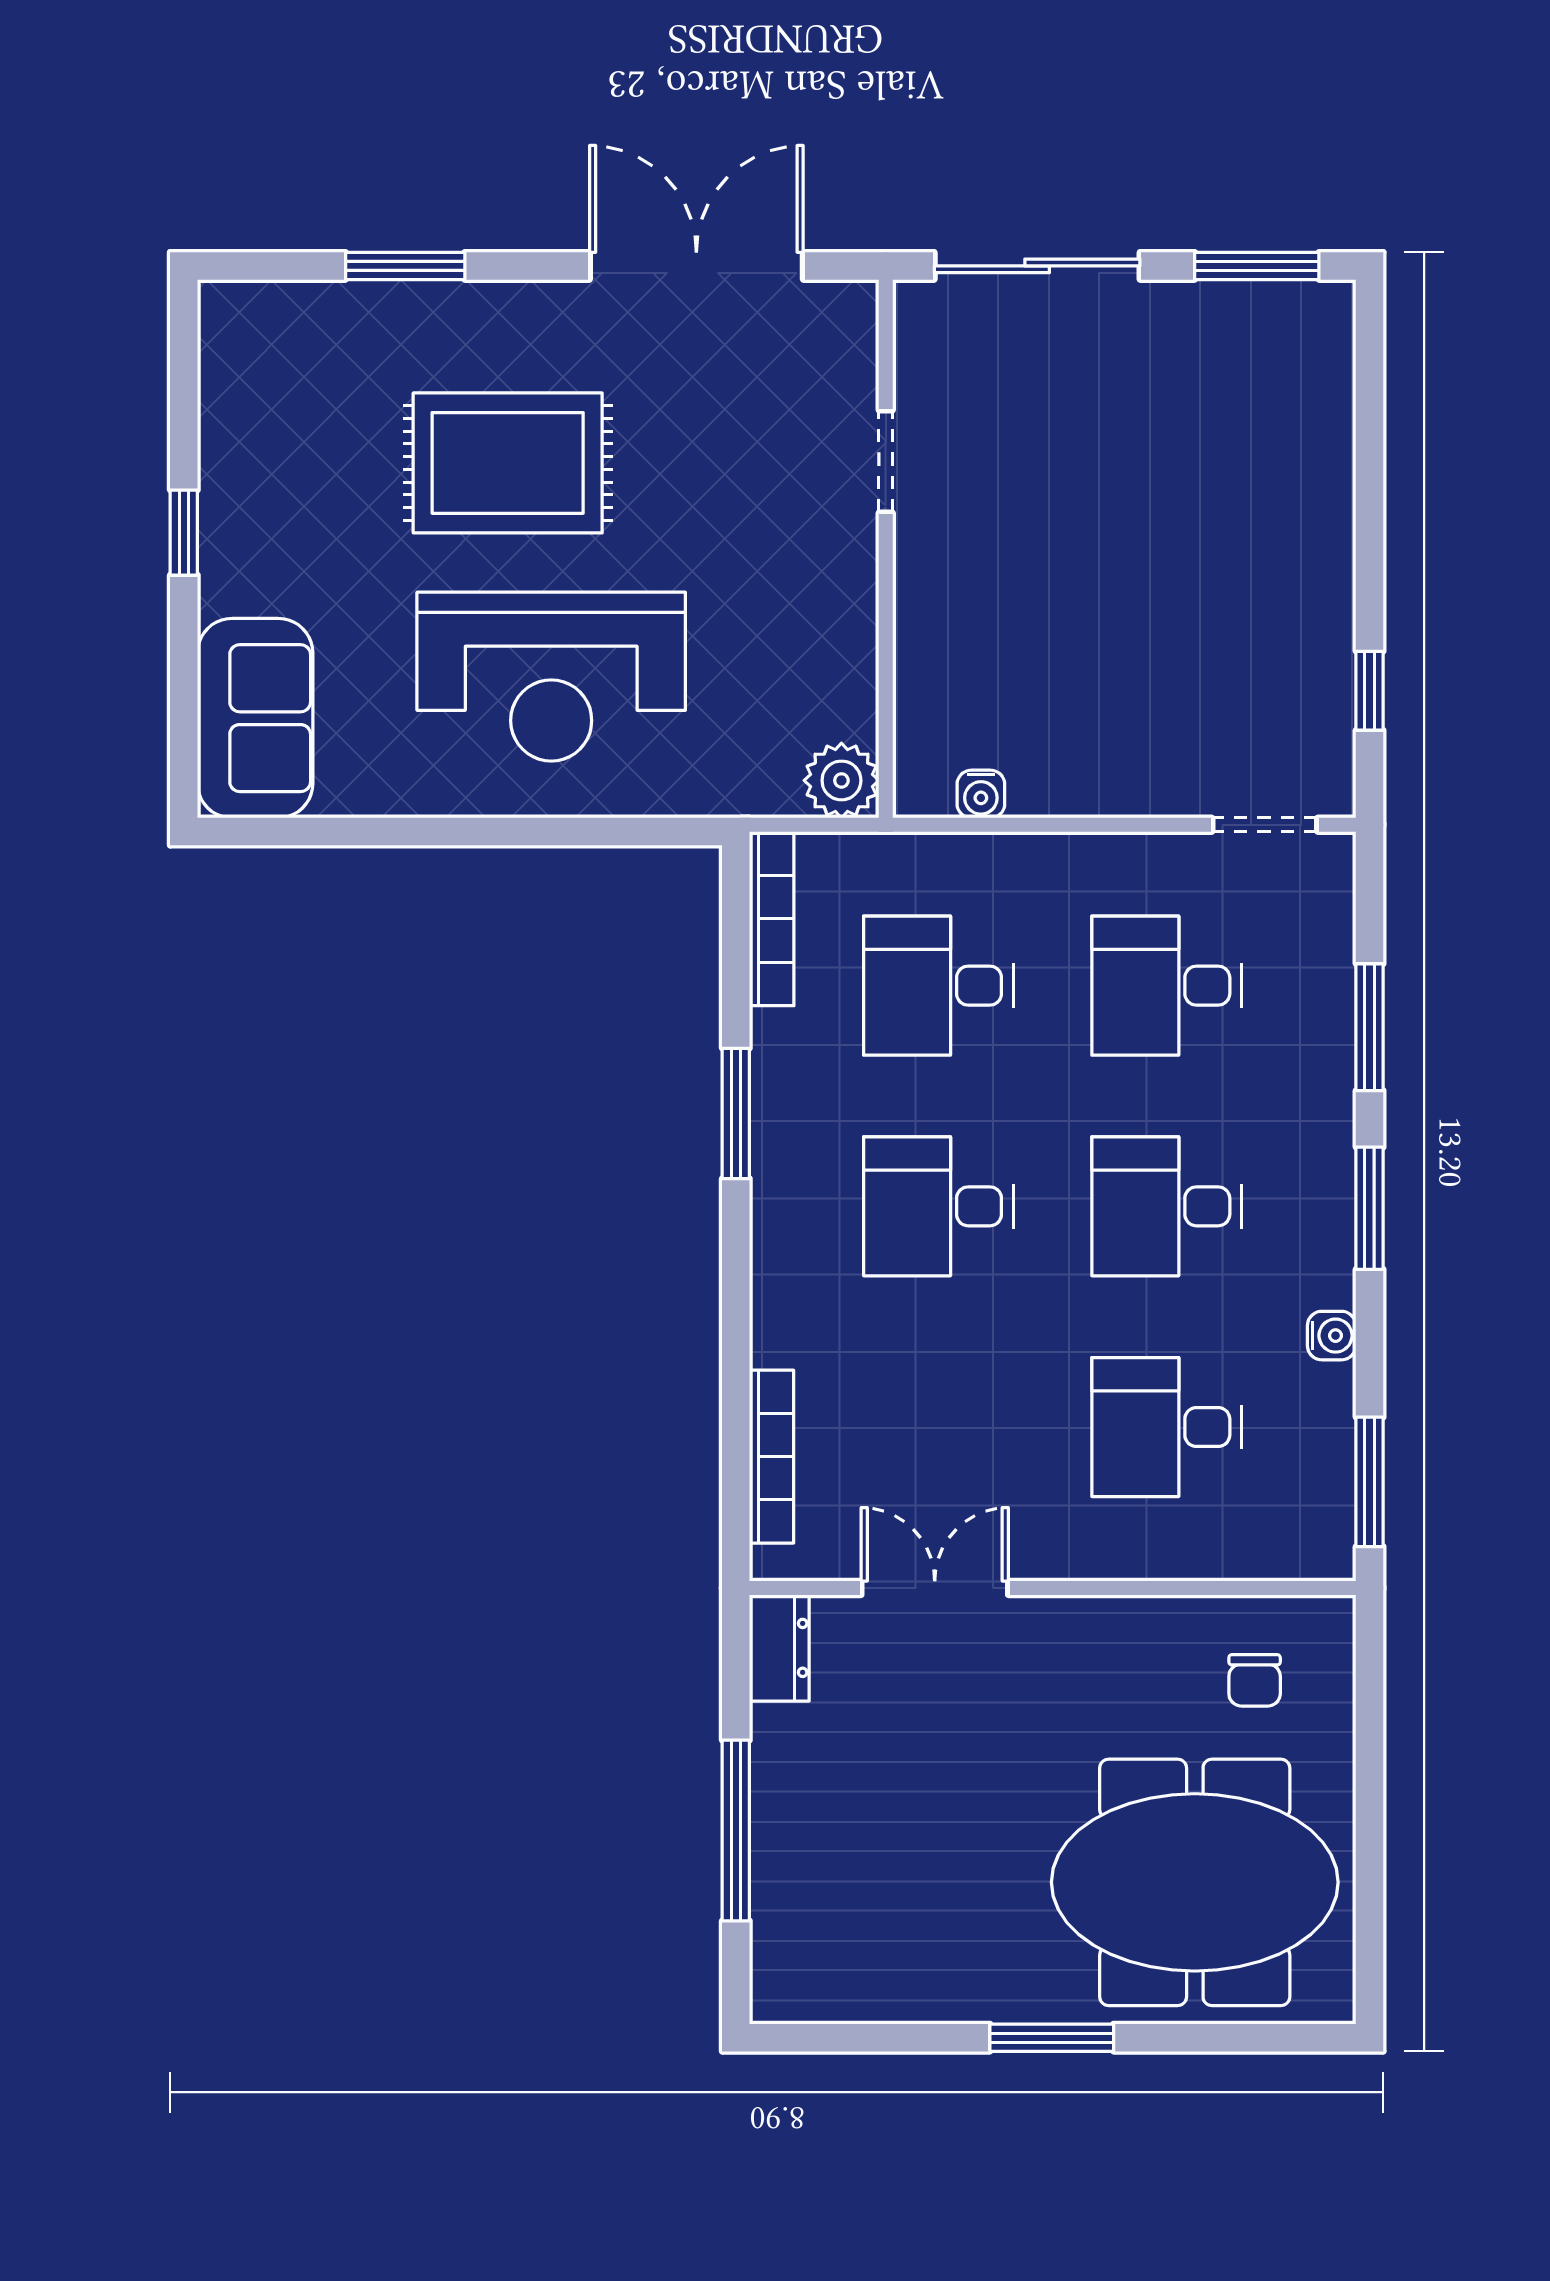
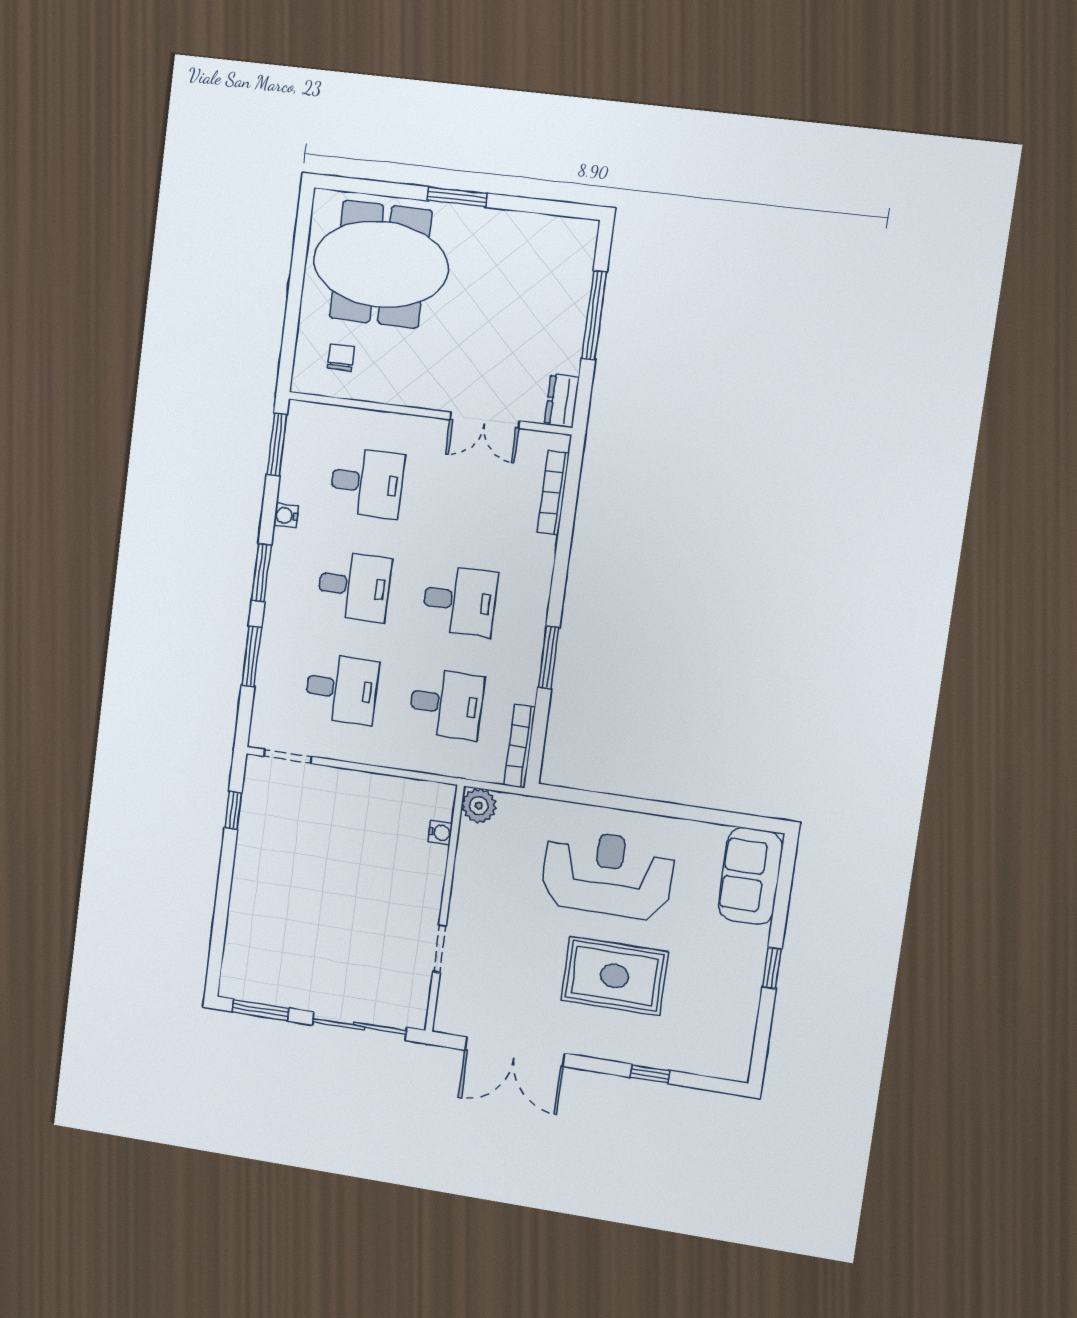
window: (405, 266) -> (650, 1074), width x0.67
water cooler: (981, 794) -> (440, 833), moved, turned 90

